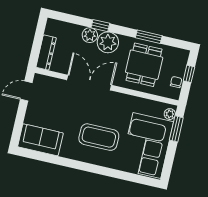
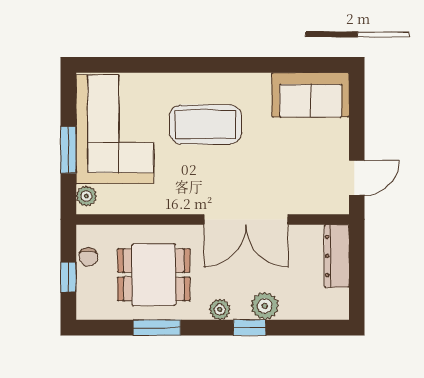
plant: (108, 42) -> (220, 309), width x0.53, depth x0.53
dining table: (144, 65) -> (154, 275), turned 90
window: (176, 129) -> (68, 150), moved

